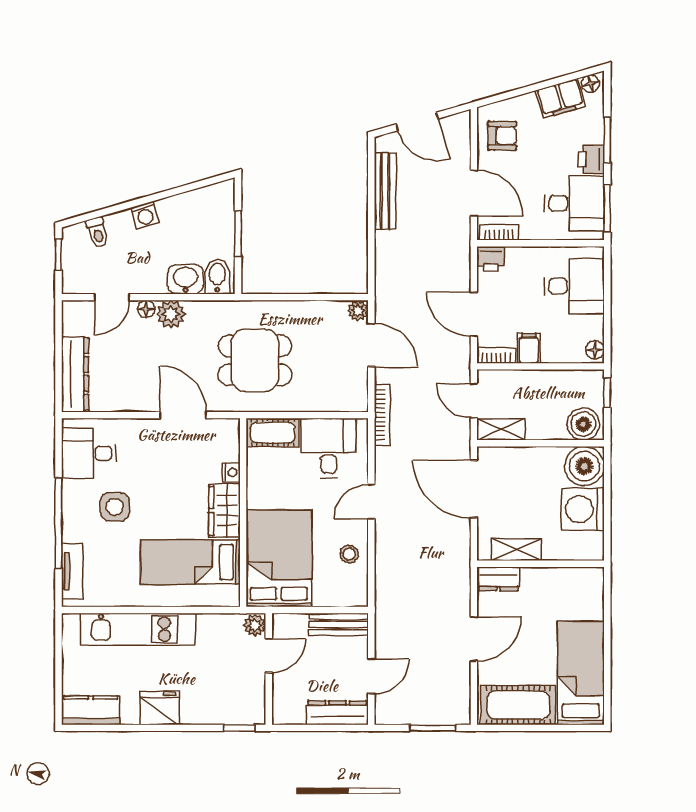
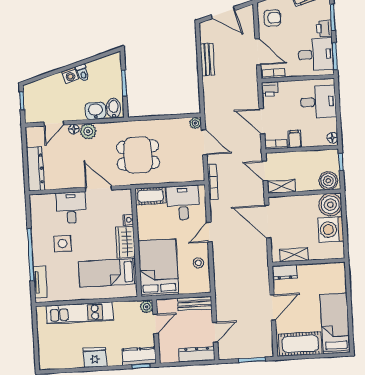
bench: (385, 191) -> (207, 59), width x0.73
toilet: (97, 232) -> (83, 73), moved
desk: (89, 453) -> (71, 208), moved, turned 90
kitchen counter: (91, 710) -> (139, 356), moved

